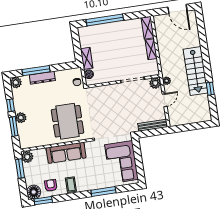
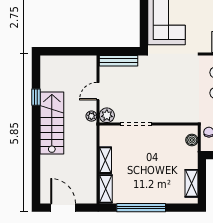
window: (105, 20) -> (141, 208), moved
shelving: (87, 58) -> (192, 183), moved

